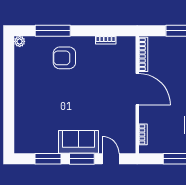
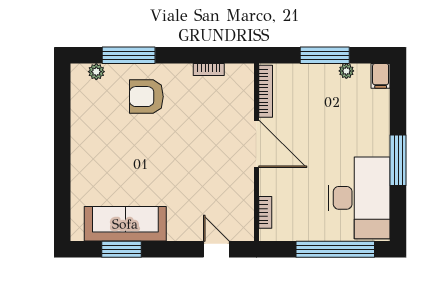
plant: (20, 41) -> (96, 72), moved
sofa: (79, 142) -> (125, 224), moved, width x1.36
window: (82, 159) -> (173, 249), removed

